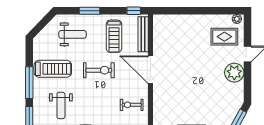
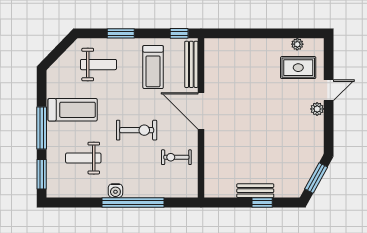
plant: (237, 19) -> (297, 44), moved
exercise bike: (99, 70) -> (137, 130), moved
plant: (234, 73) -> (317, 109), width x0.53, depth x0.53
weight bench: (61, 105) -> (83, 158), turned 90

